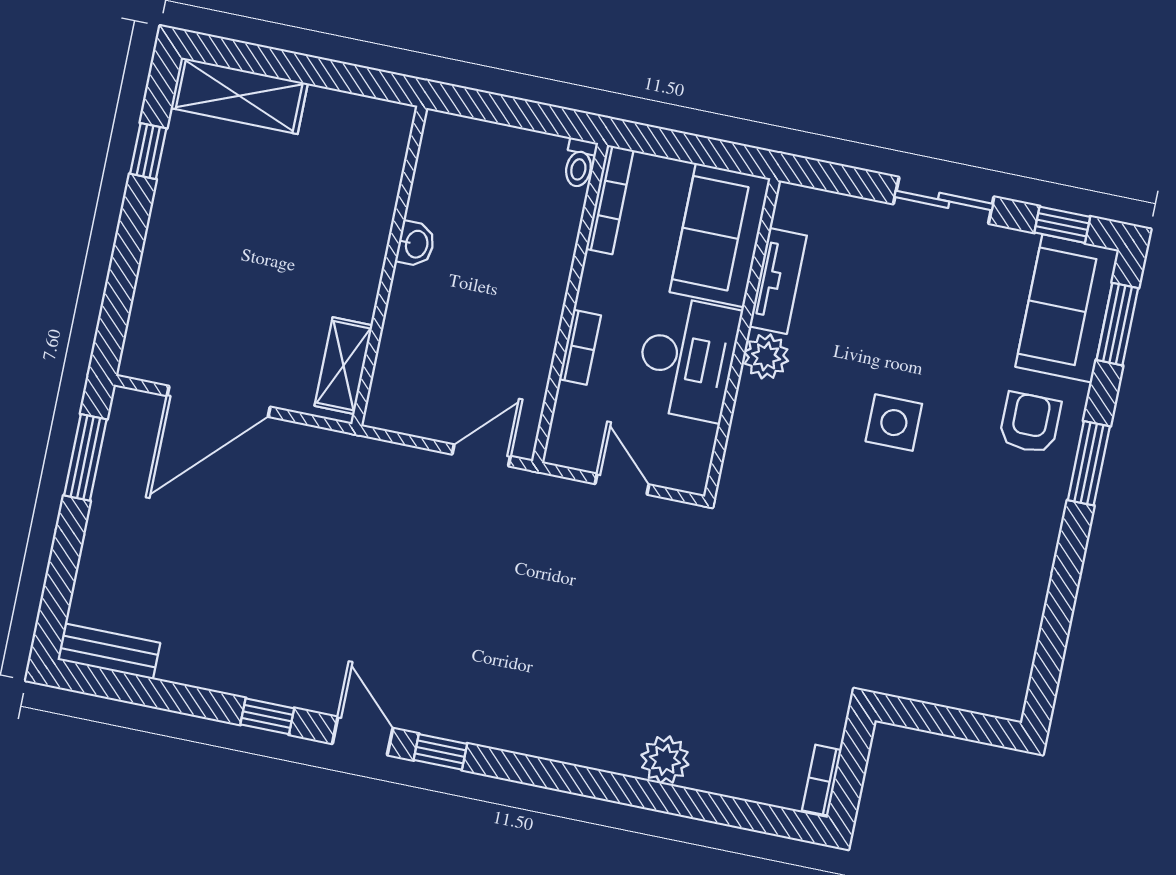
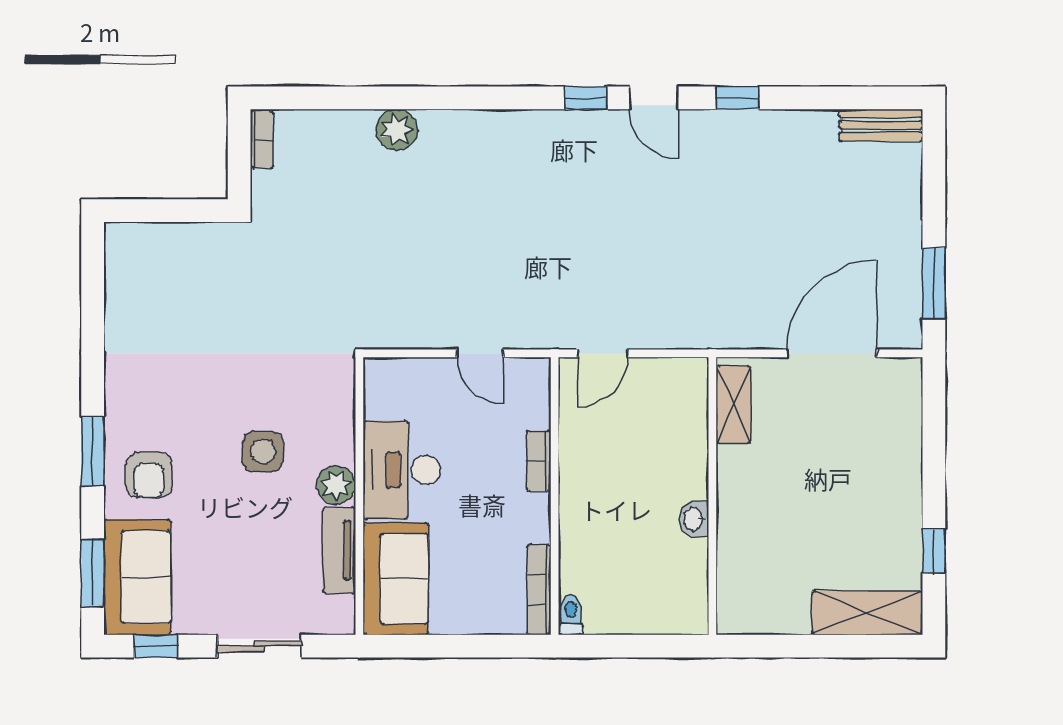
sofa: (720, 235) -> (396, 579), moved
tv unit: (778, 281) -> (339, 550), moved
wall: (742, 338) -> (359, 496), moved
plant: (766, 356) -> (336, 485), moved
desk: (687, 358) -> (402, 470), moved

